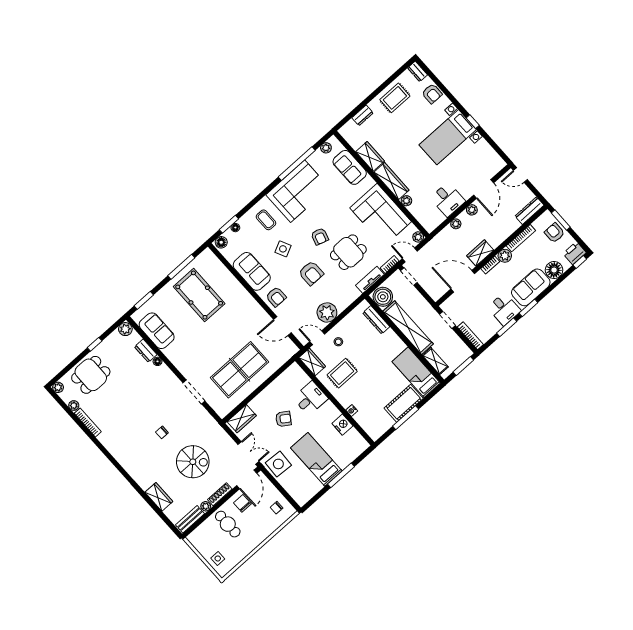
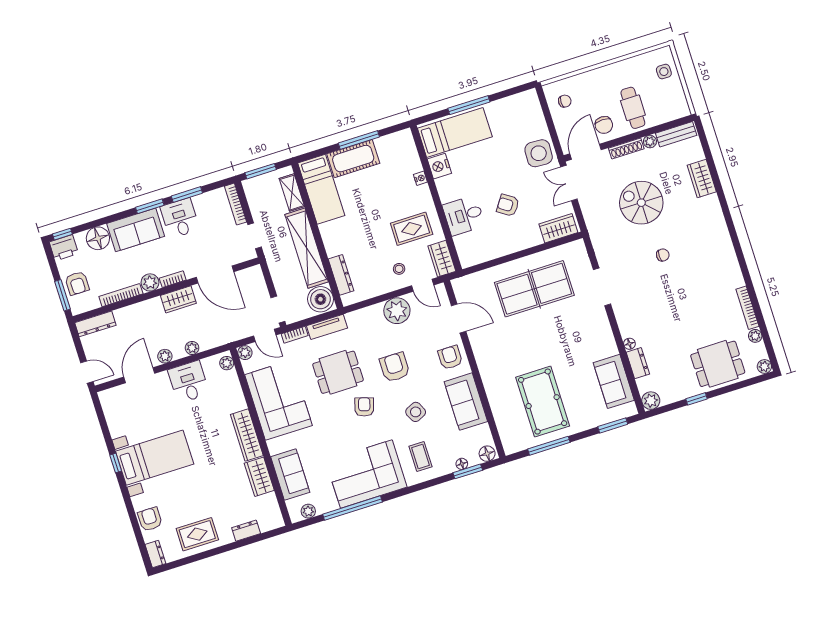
plant: (406, 201) -> (227, 363), moved
bed: (316, 459) -> (455, 132), moved, turned -90

